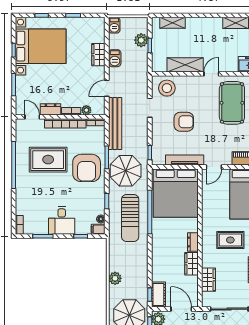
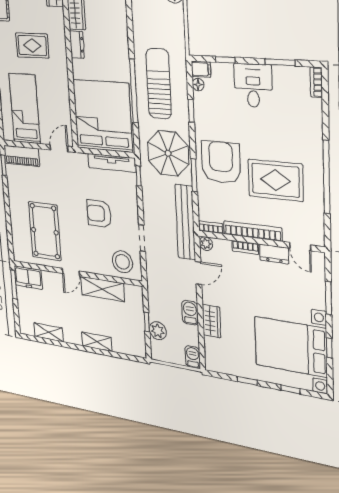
shelving: (172, 23) -> (97, 342), moved
plant: (86, 110) -> (206, 244), moved
tv unit: (185, 160) -> (112, 163), moved

